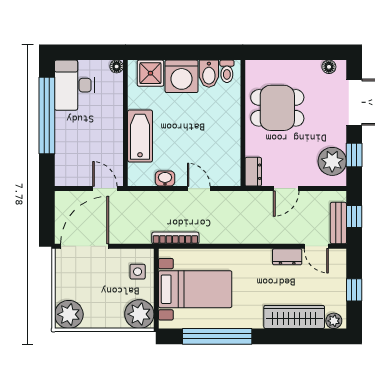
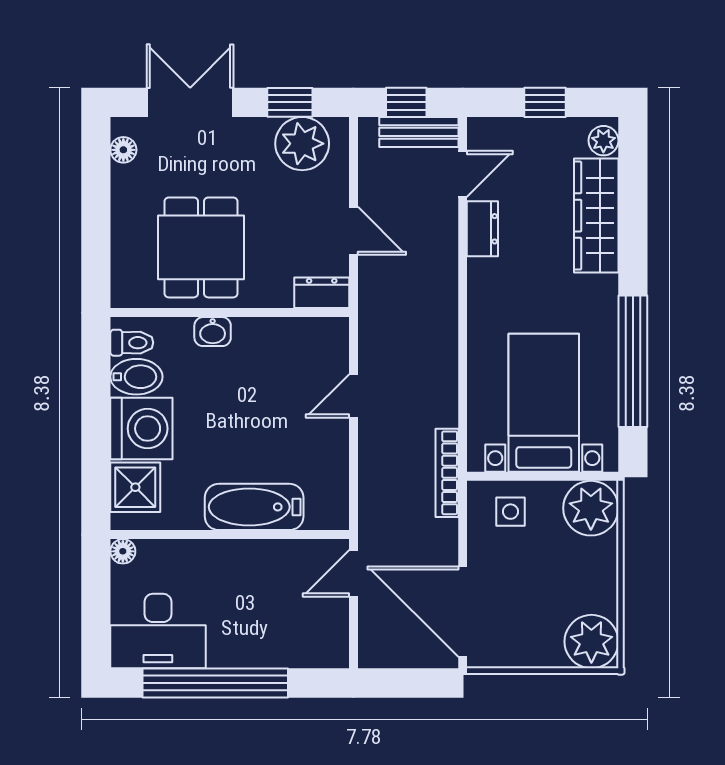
washbasin: (165, 178) -> (213, 332), moved, turned -90
bookcase: (175, 238) -> (447, 473), moved

